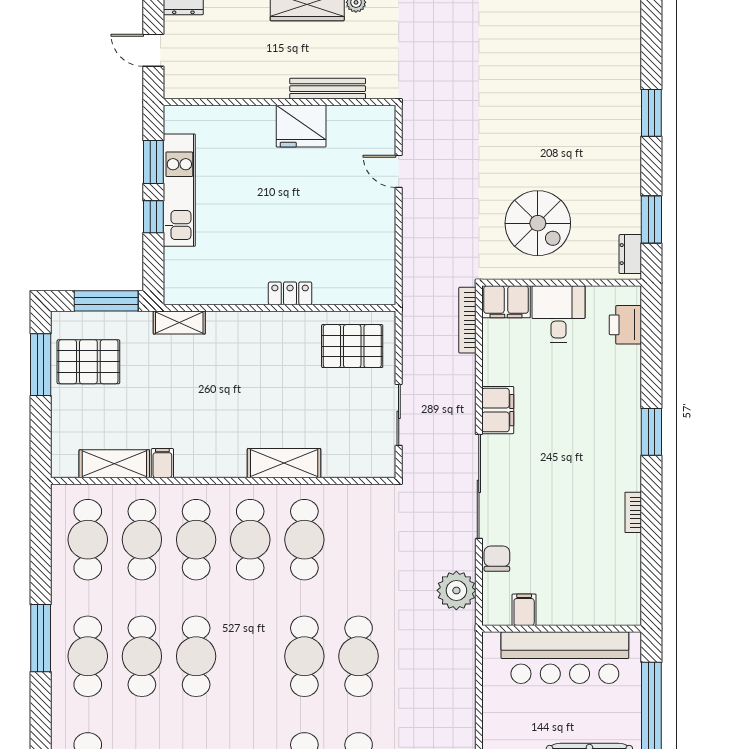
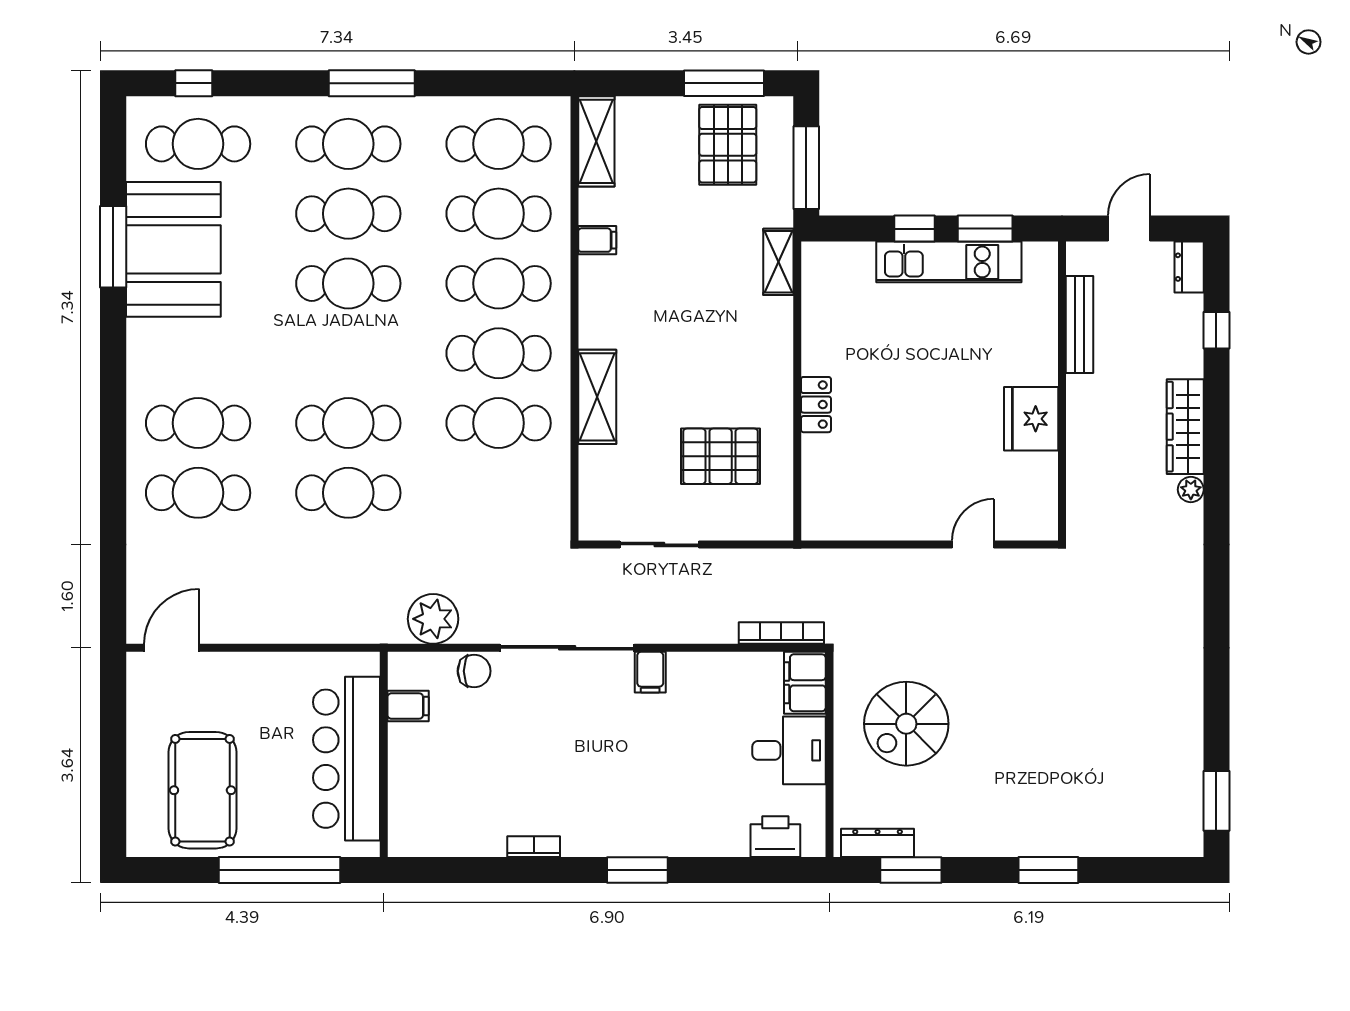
bench: (328, 89) -> (1080, 324), moved
dresser: (630, 254) -> (878, 843), width x1.44
pallet: (352, 346) -> (721, 456), moved, turned 90
filing cabinet: (498, 410) -> (650, 672), width x0.50
shelving: (114, 464) -> (596, 141), moved

